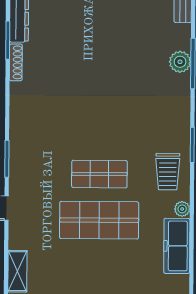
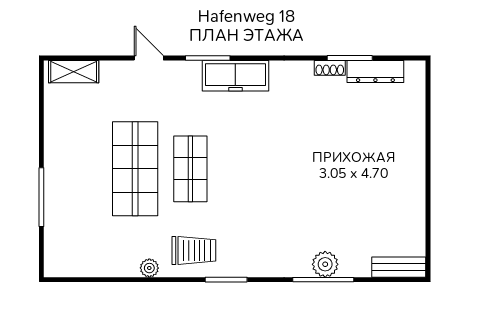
shoe rack: (16, 62) -> (330, 68), width x0.70
trolley: (168, 172) -> (194, 250), turned 180
freezer: (177, 246) -> (235, 76), moved, turned 180

